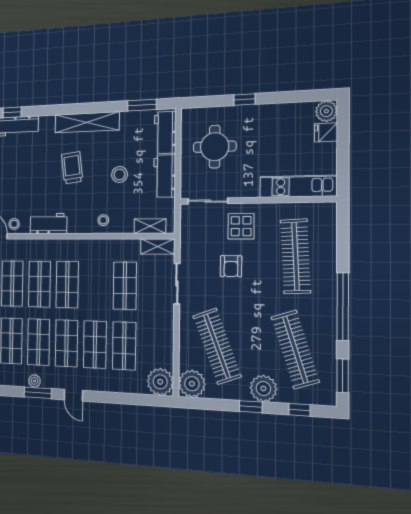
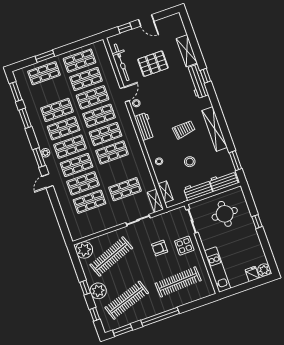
plant: (160, 382) -> (77, 231), removed

